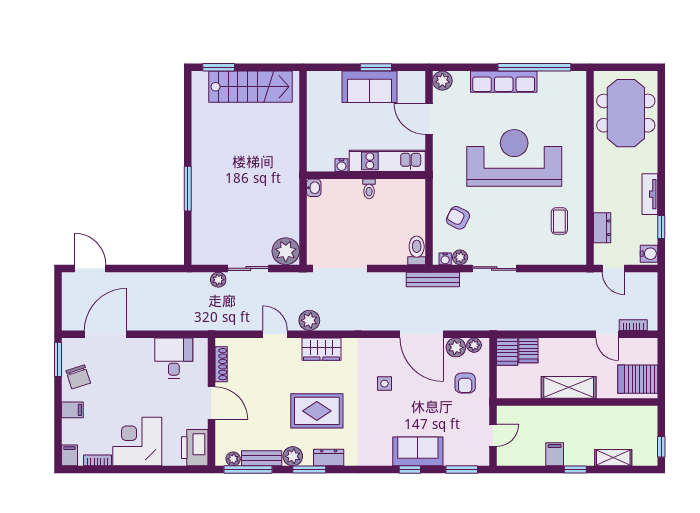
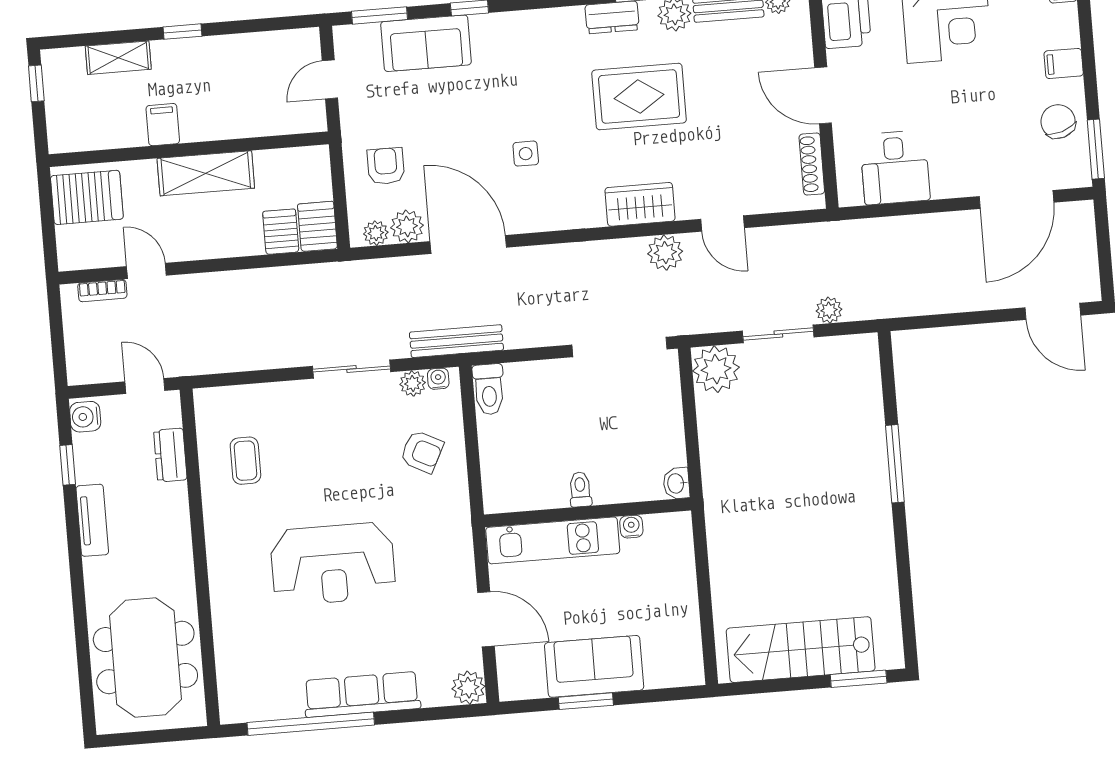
reception desk: (514, 158) -> (333, 564), width x0.74, depth x0.77
sofa: (418, 451) -> (426, 43), moved
filing cabinet: (555, 454) -> (163, 125), moved, turned 180

